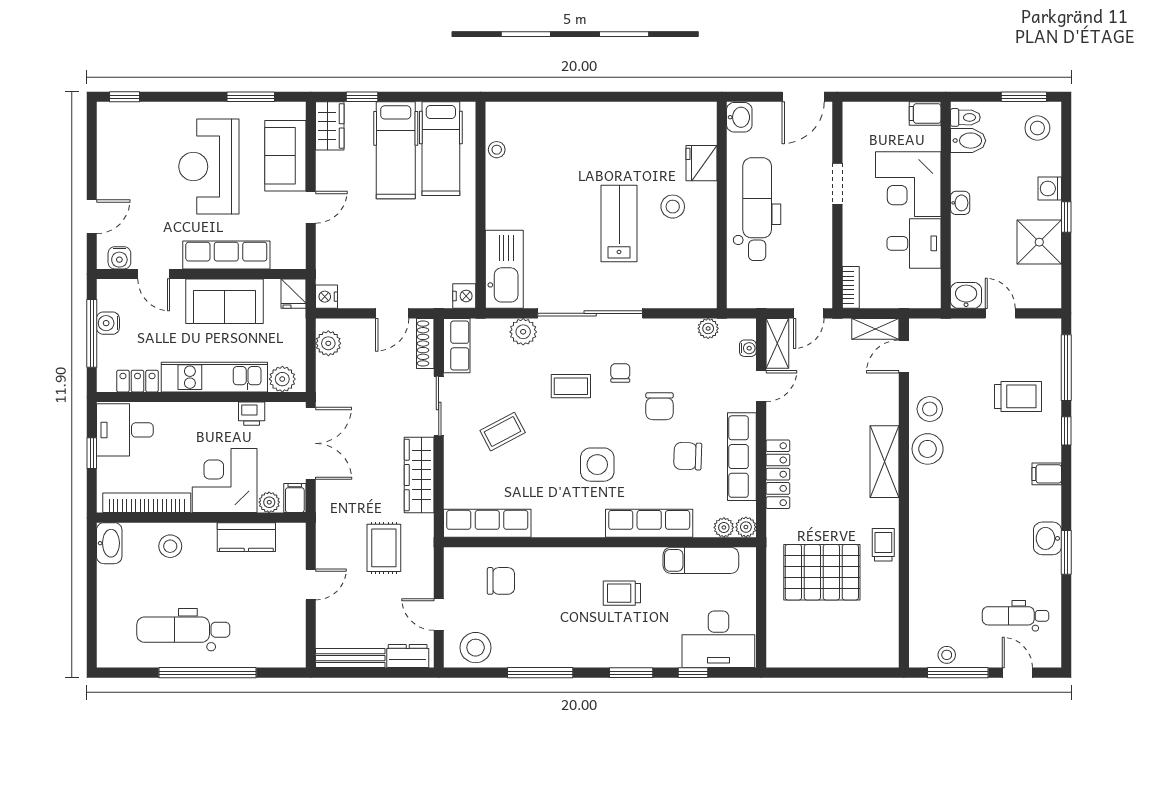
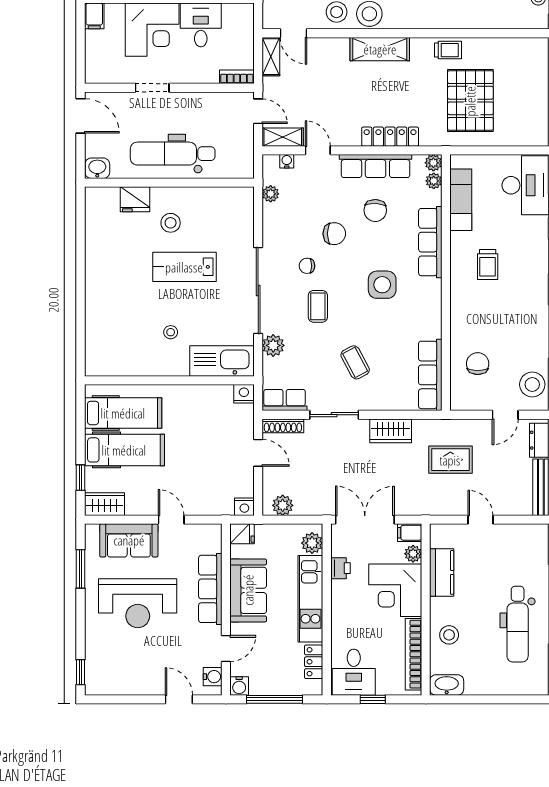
stool: (497, 150) -> (171, 332), moved
water cooler: (108, 323) -> (239, 686), moved
wardrobe: (419, 475) -> (391, 431), width x0.67
trolley: (883, 545) -> (448, 50), turned 180

